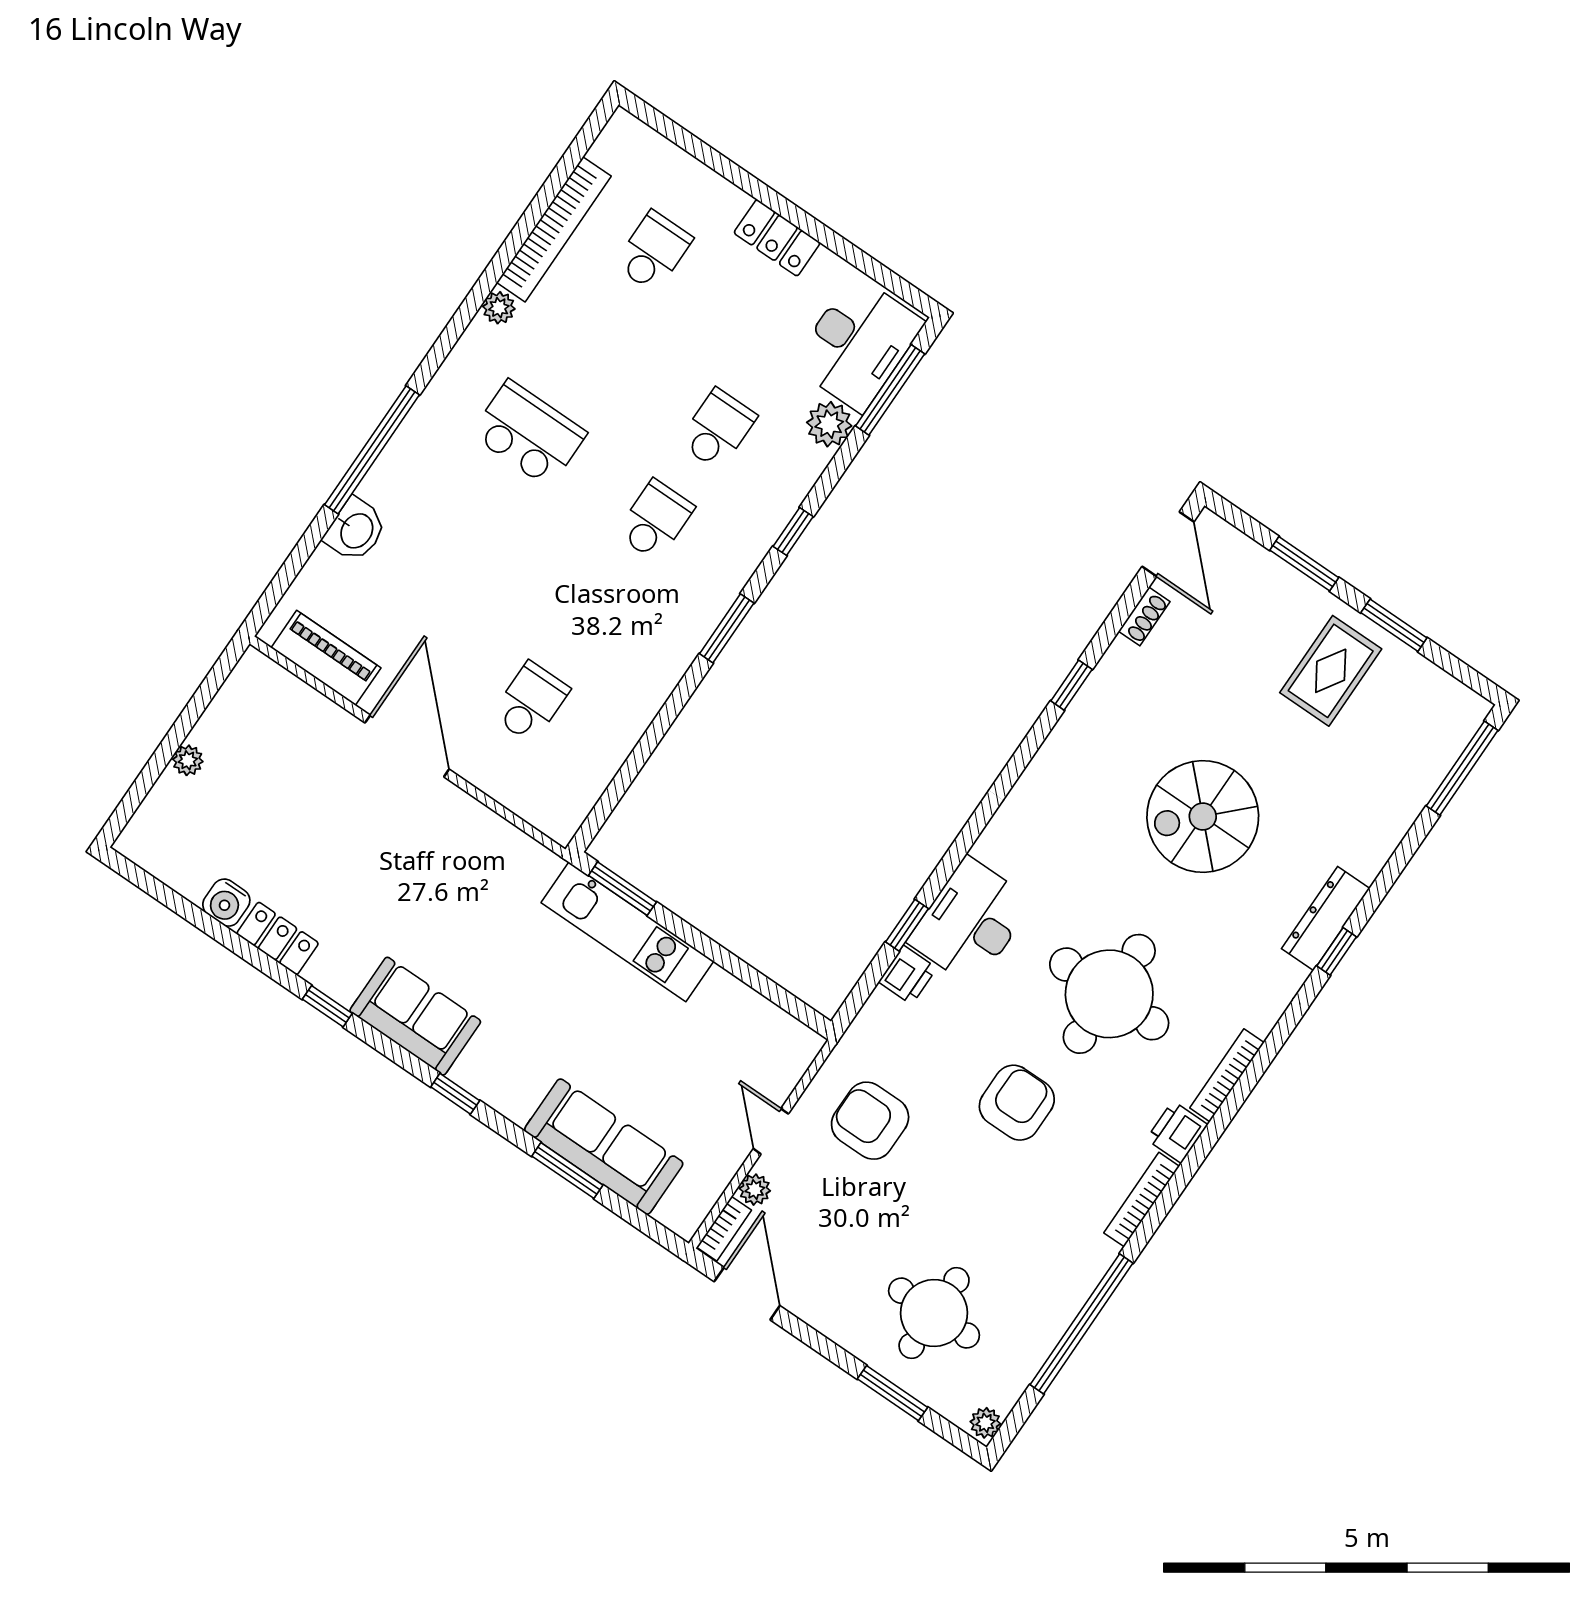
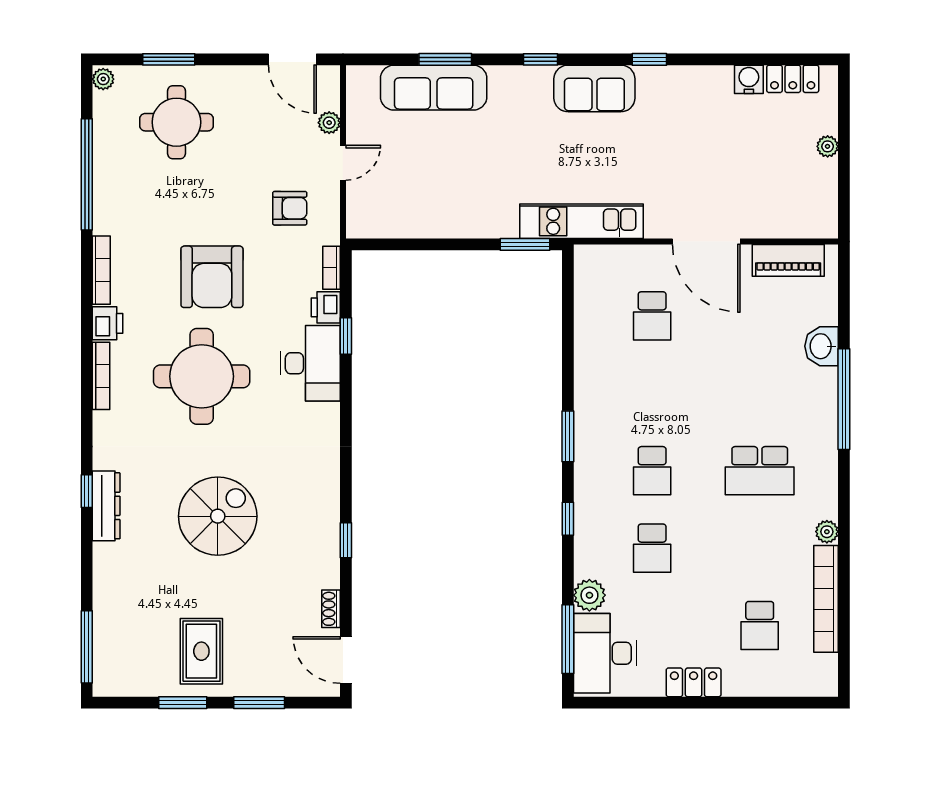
kitchen unit: (627, 932) -> (582, 221), moved
locker: (278, 938) -> (793, 79), moved
armchair: (1017, 1103) -> (212, 277), width x1.36, depth x1.36
armchair: (870, 1121) -> (290, 208), width x0.72, depth x0.72
door: (771, 1131) -> (343, 163), hinge flipped
bookcase: (724, 1229) -> (331, 268), moved

